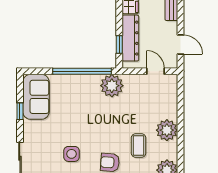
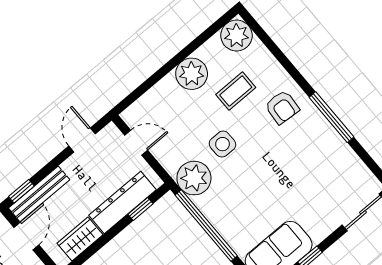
door: (155, 71) -> (136, 143), swing flipped
side table: (72, 154) -> (222, 144), moved

